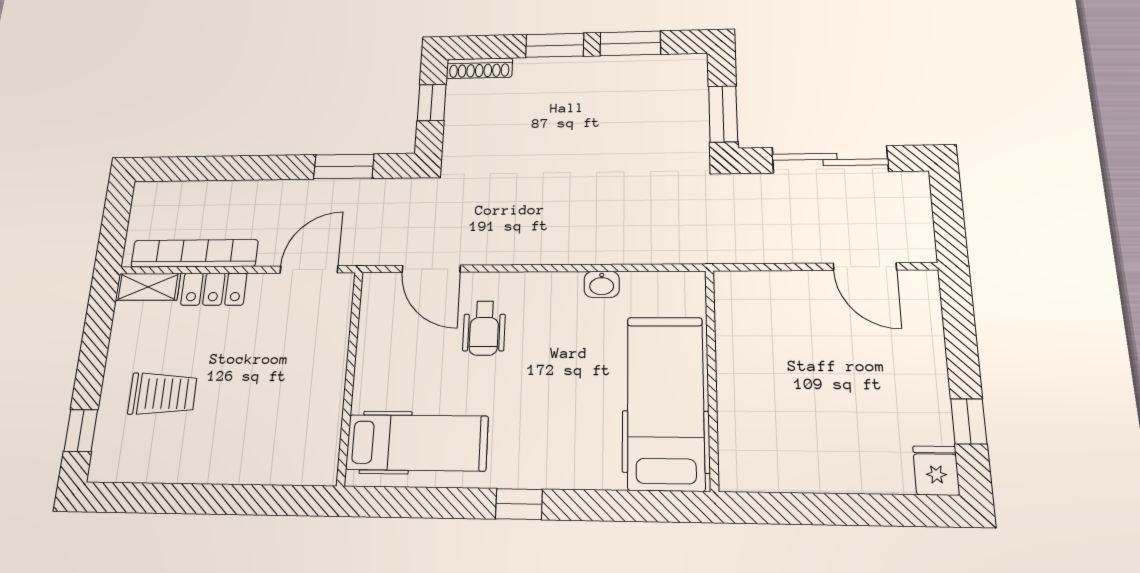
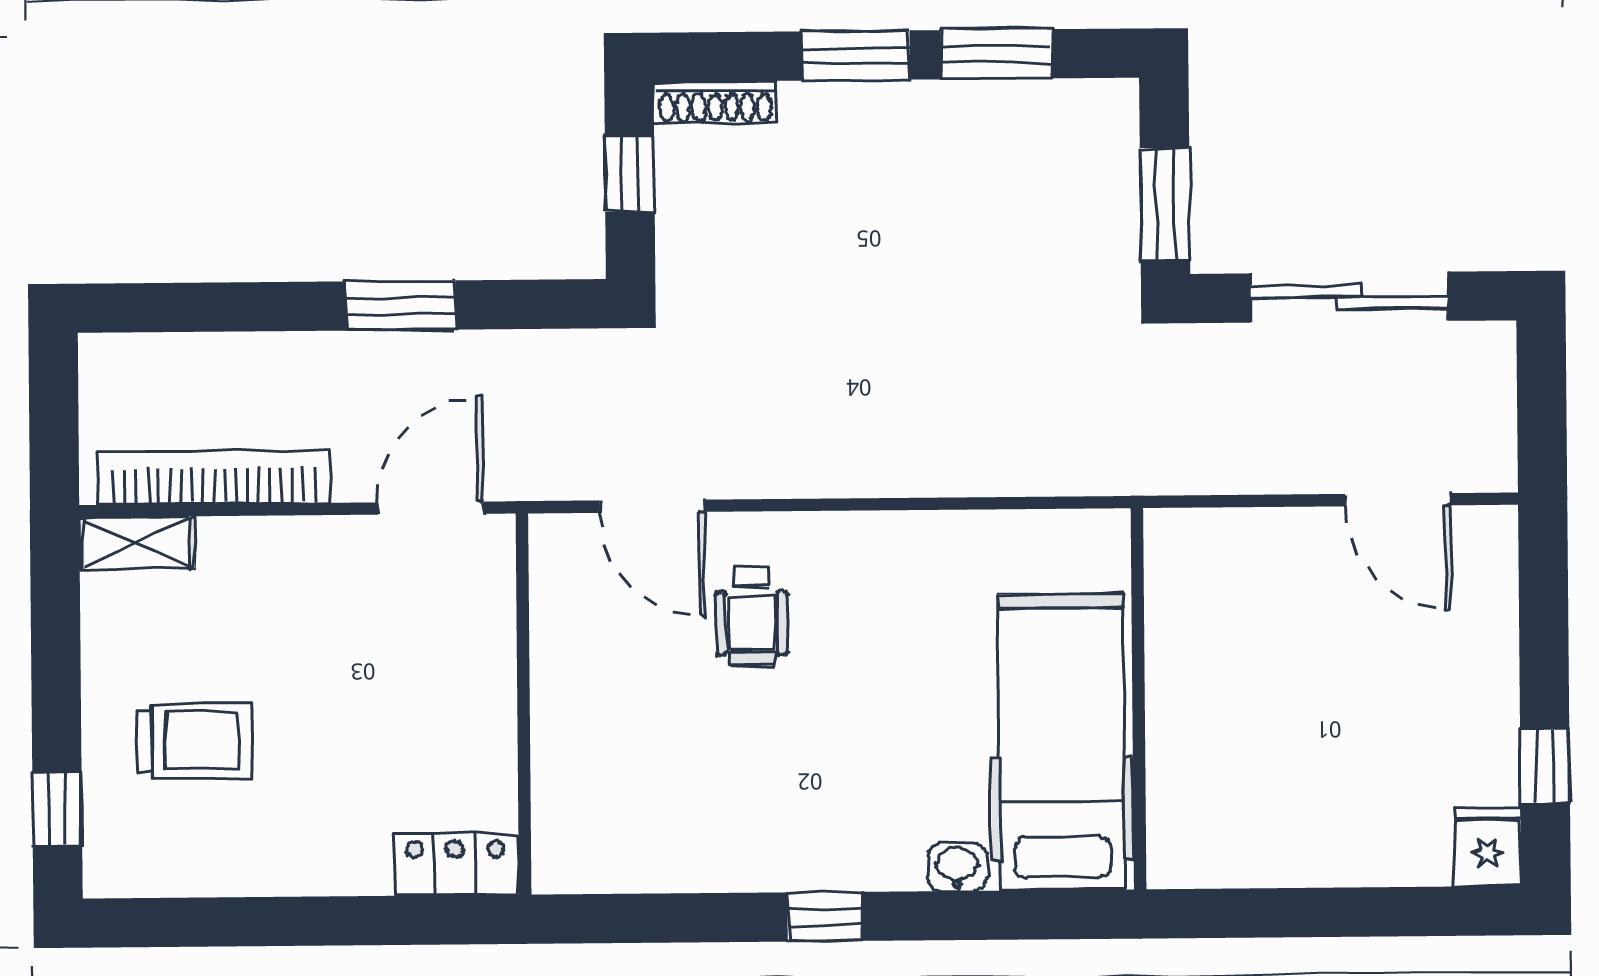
window: (344, 166) -> (401, 305), moved
washbasin: (602, 284) -> (957, 867), moved, turned 180
locker: (214, 289) -> (455, 865), moved, turned 180
hospital bed: (417, 443) -> (649, 818), removed

